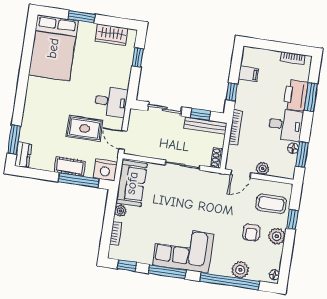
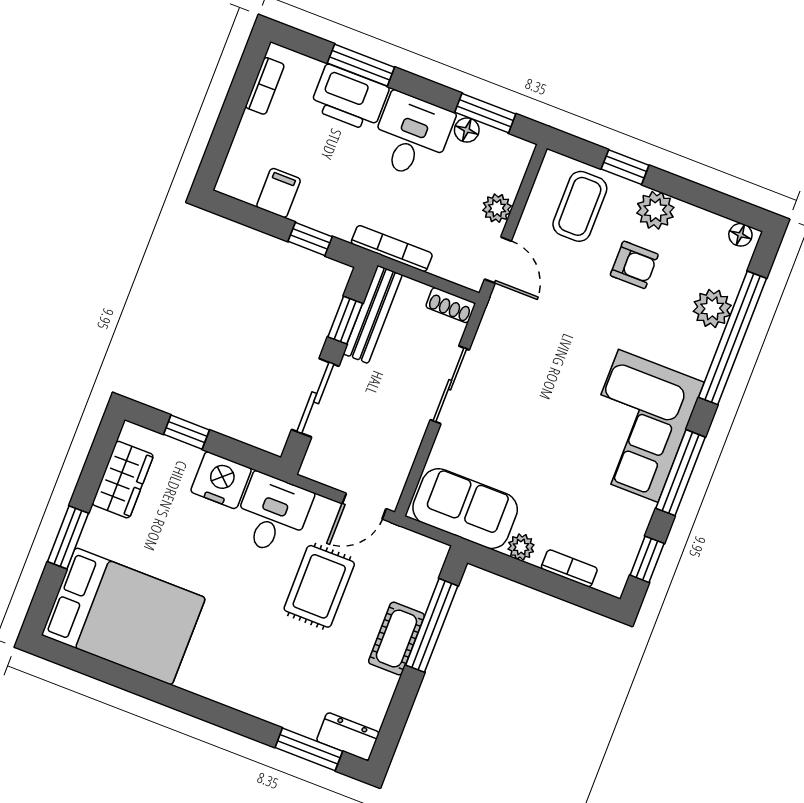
nightstand: (105, 170) -> (221, 480), moved, turned -90

